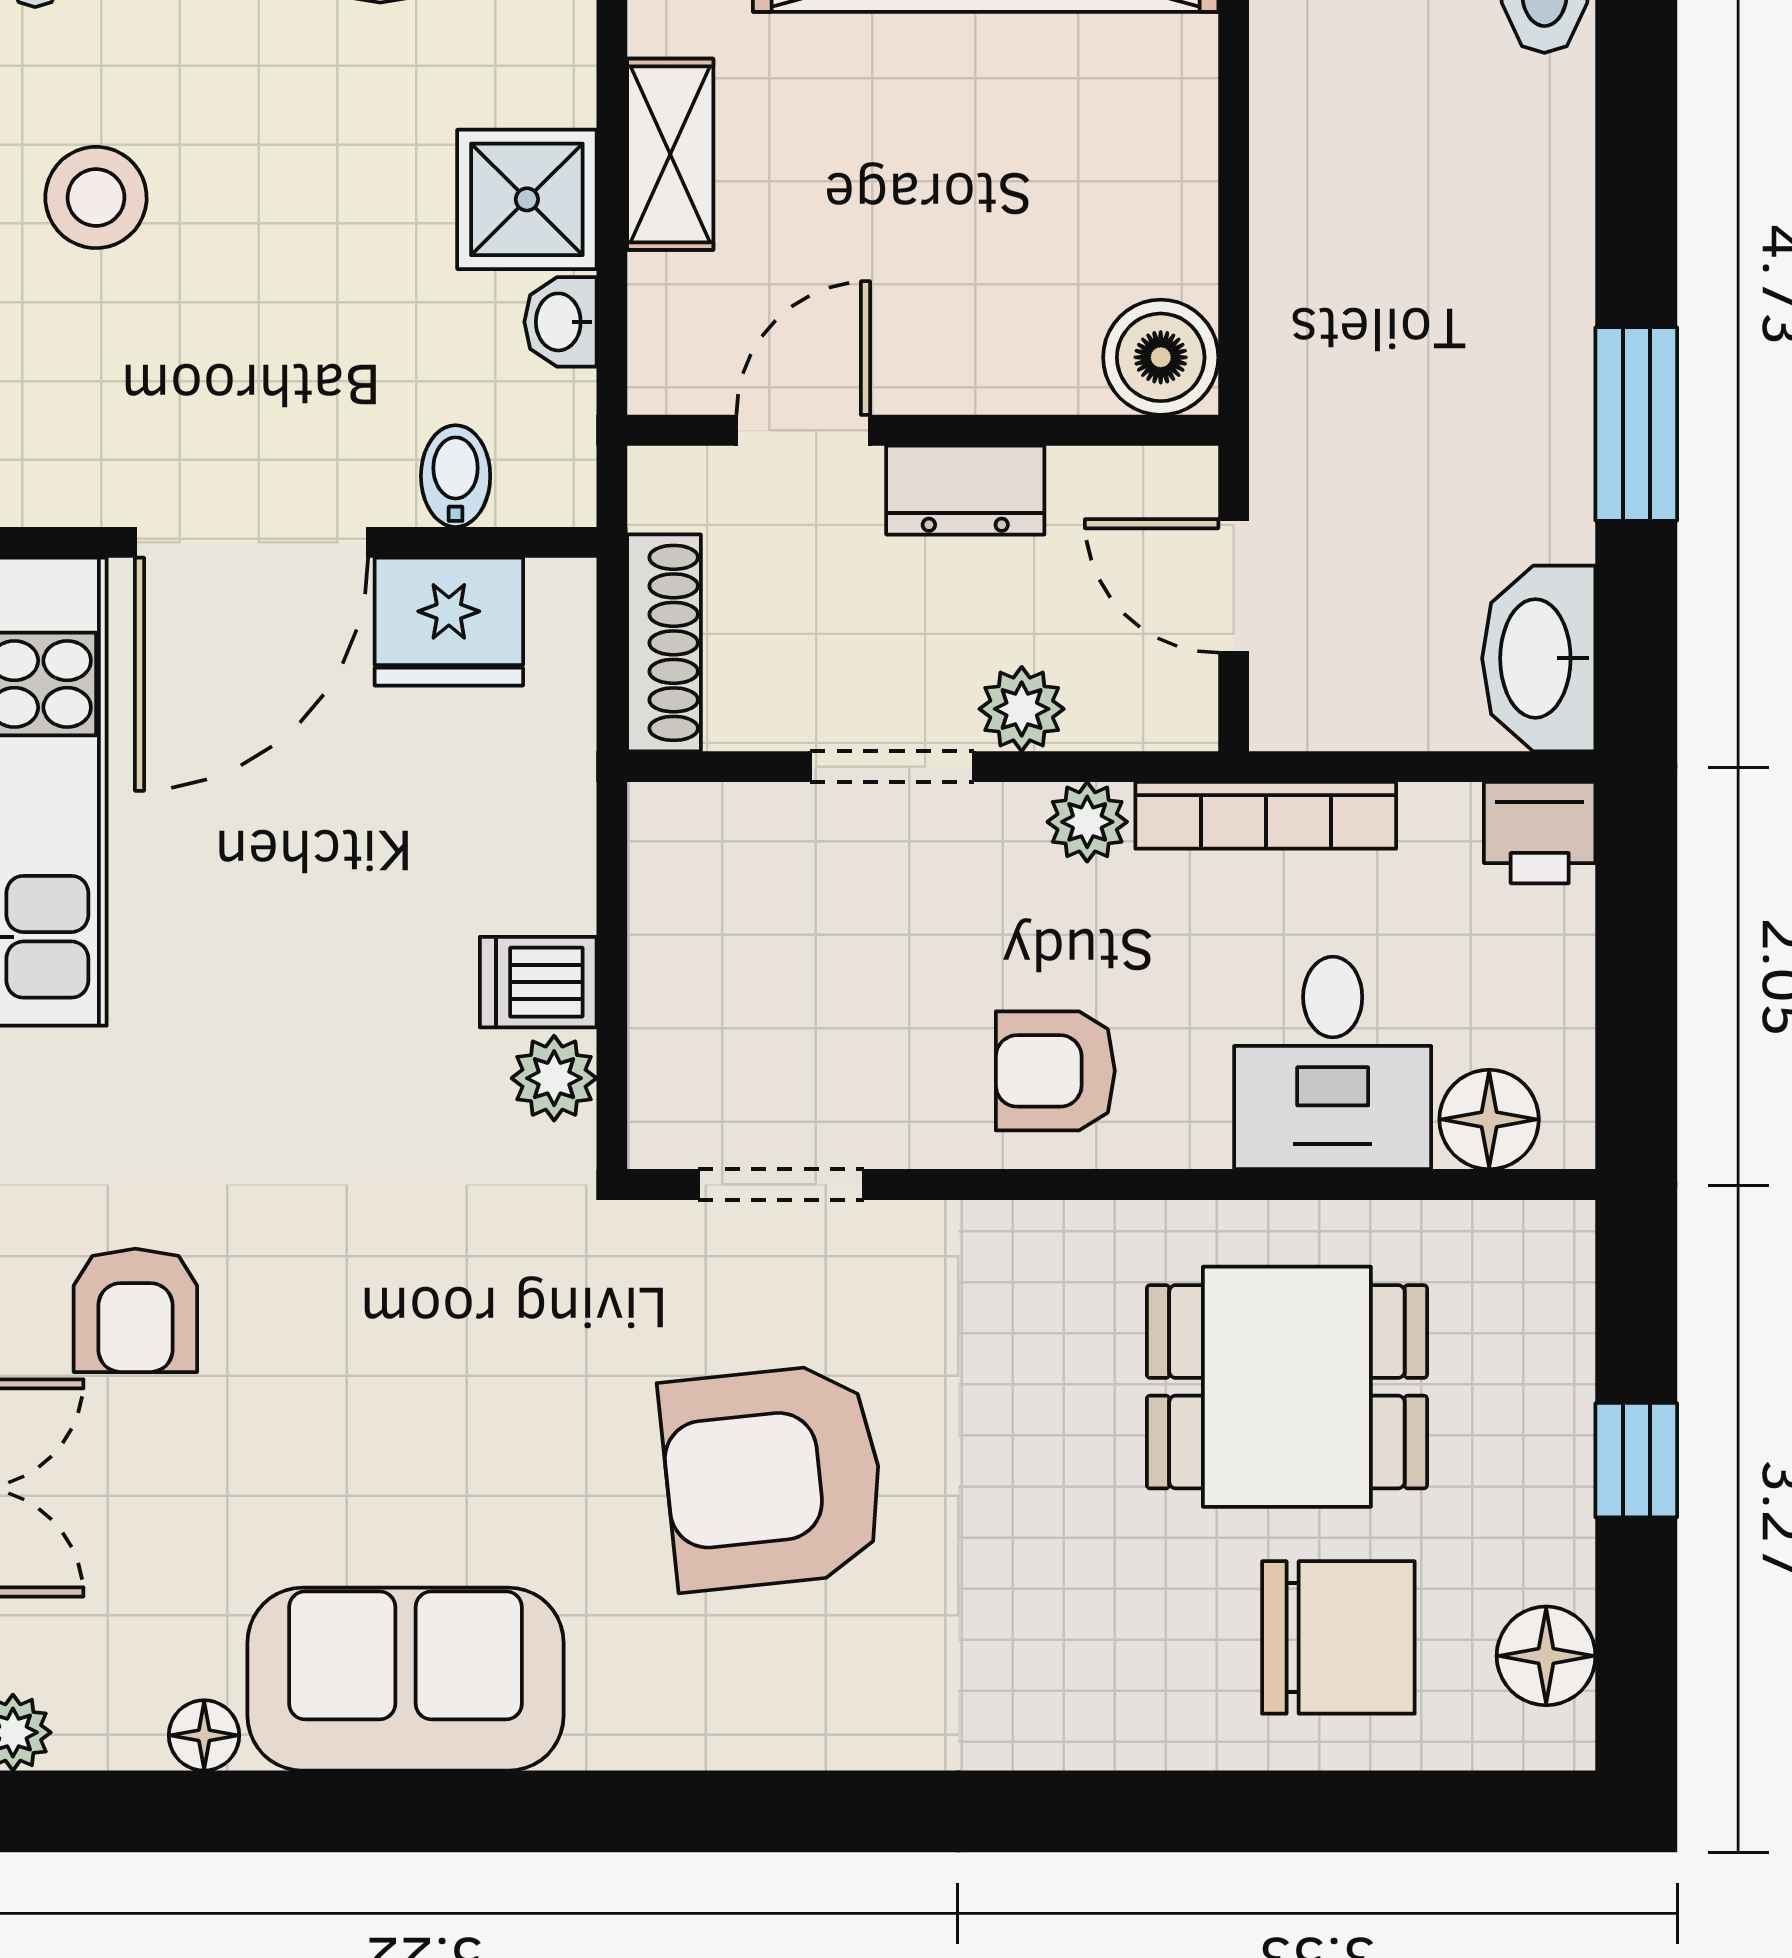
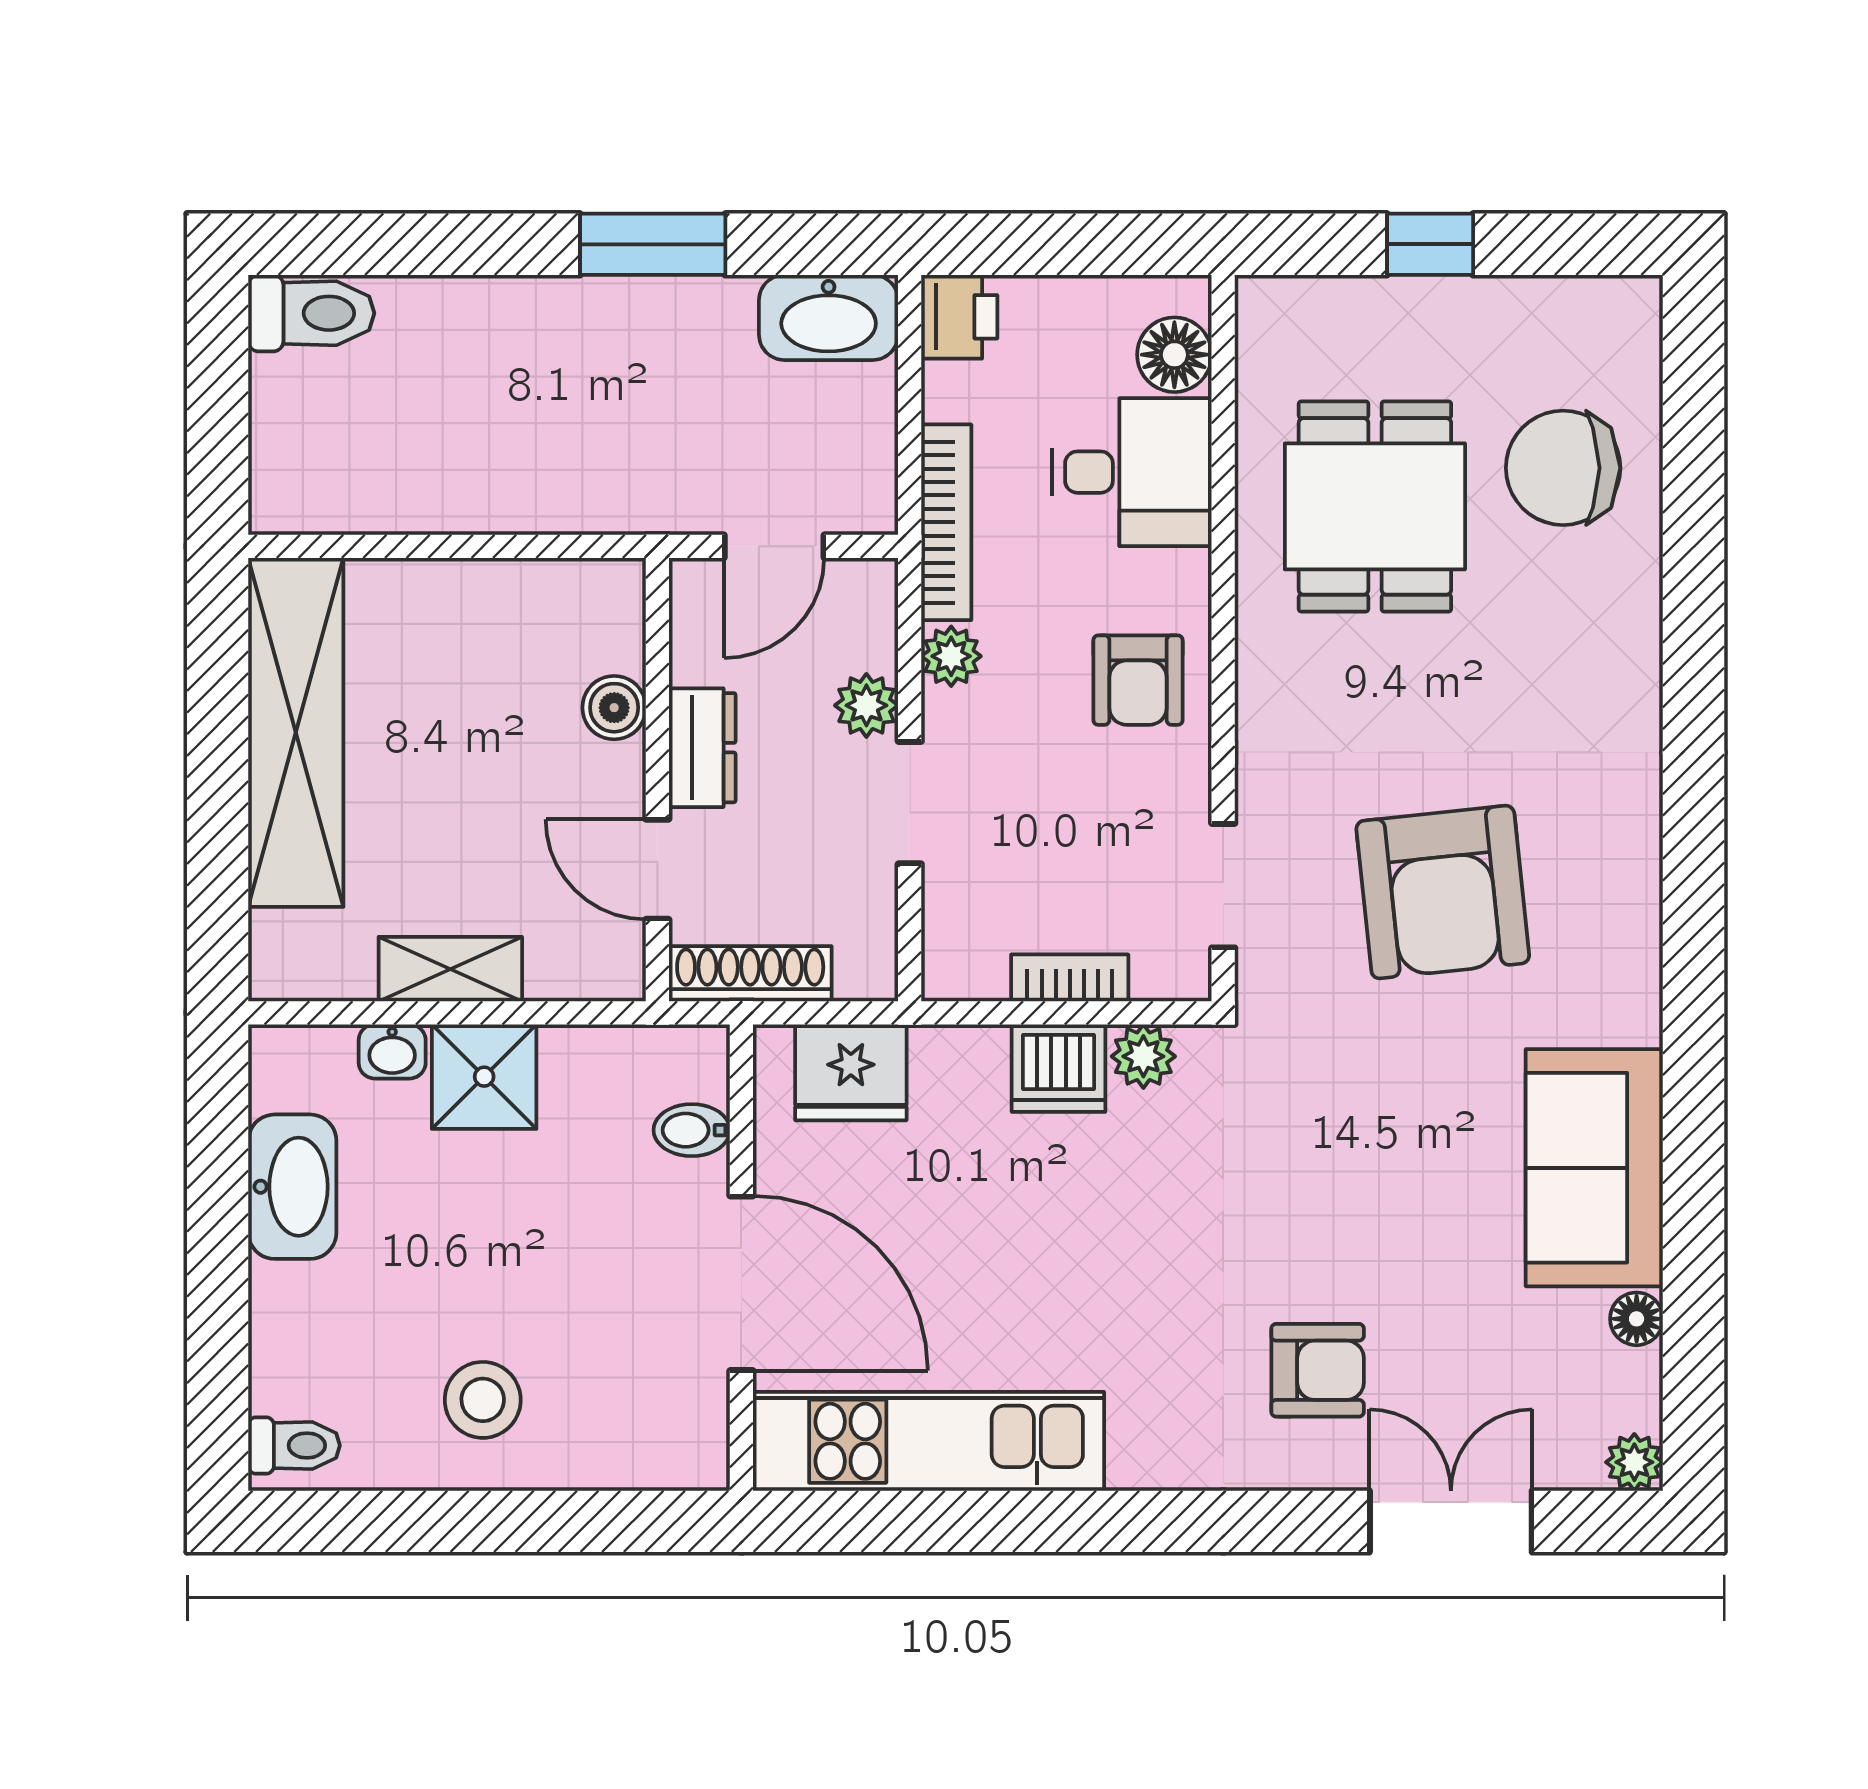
washbasin: (560, 322) -> (392, 1051), moved
boiler: (1161, 357) -> (614, 708), moved, width x0.73, depth x0.73
fridge: (449, 622) -> (851, 1072), moved, turned 90
shoe rack: (664, 643) -> (750, 974), moved
bookcase: (658, 980) -> (1070, 978), added
dishwasher: (538, 982) -> (1059, 1068), width x1.38
chair: (1338, 1637) -> (1563, 468), turned -90
floor lamp: (1546, 1656) -> (1577, 312), removed

